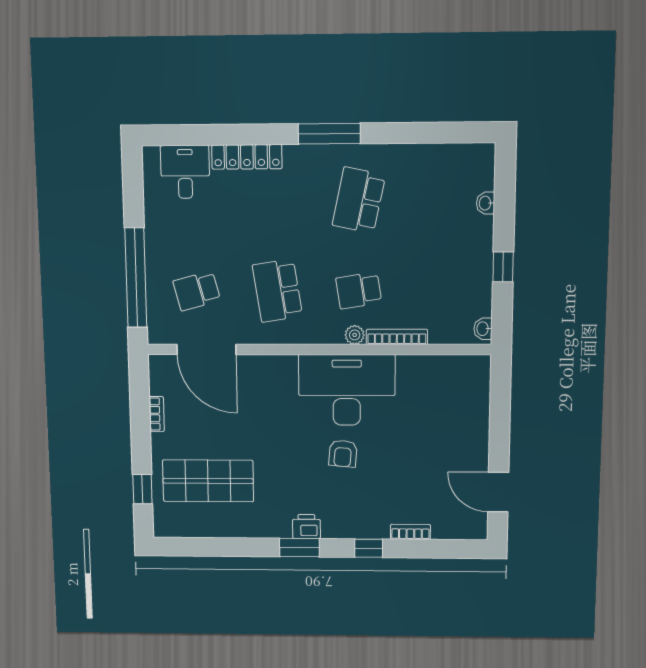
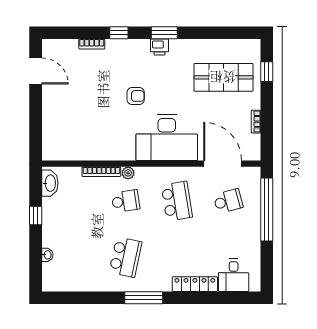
washbasin: (483, 329) -> (50, 183), width x1.91, depth x1.45
desk: (347, 390) -> (167, 138), moved
armchair: (343, 454) -> (136, 96), turned 85

